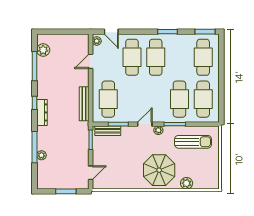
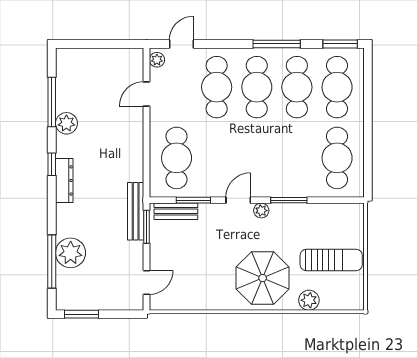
door: (111, 32) -> (181, 44), swing flipped
window: (167, 32) -> (277, 44), width x1.44
plant: (43, 50) -> (66, 123), moved
cafe table: (179, 99) -> (297, 87), moved
bench: (84, 104) -> (136, 211), moved
sun lounger: (193, 142) -> (331, 260), moved
window: (34, 147) -> (52, 262), moved
plant: (41, 155) -> (71, 253), width x1.87, depth x1.87
window: (66, 191) -> (82, 314), moved

